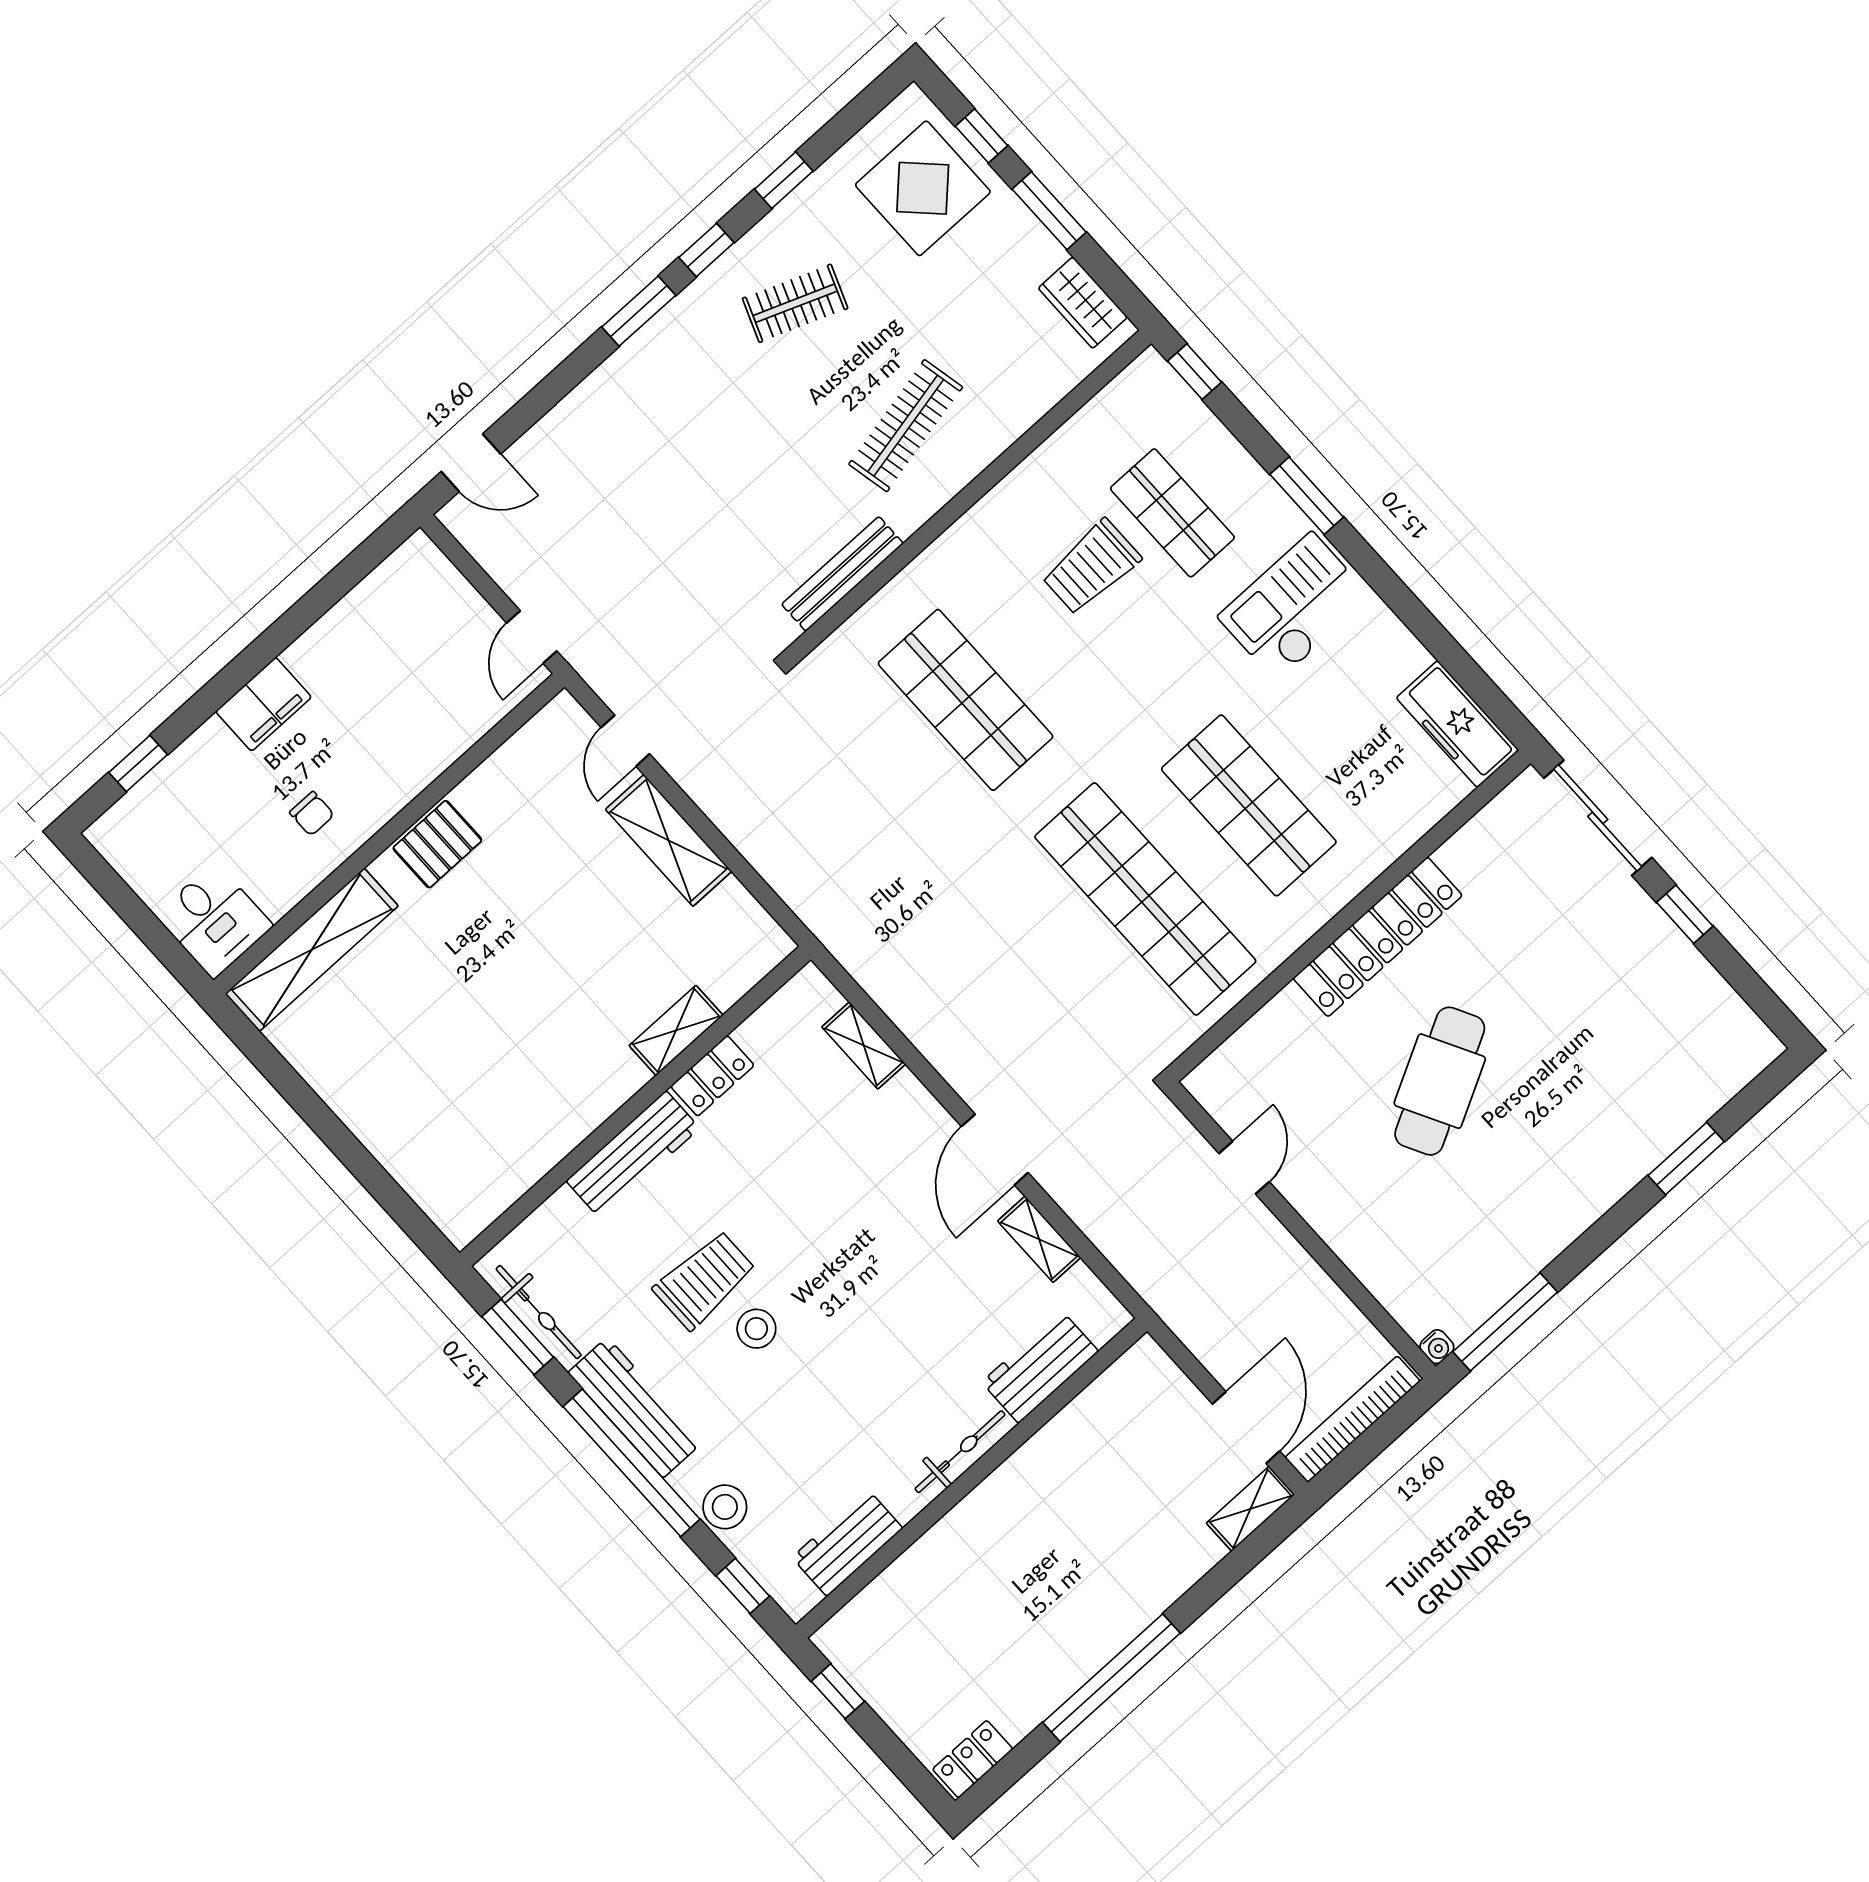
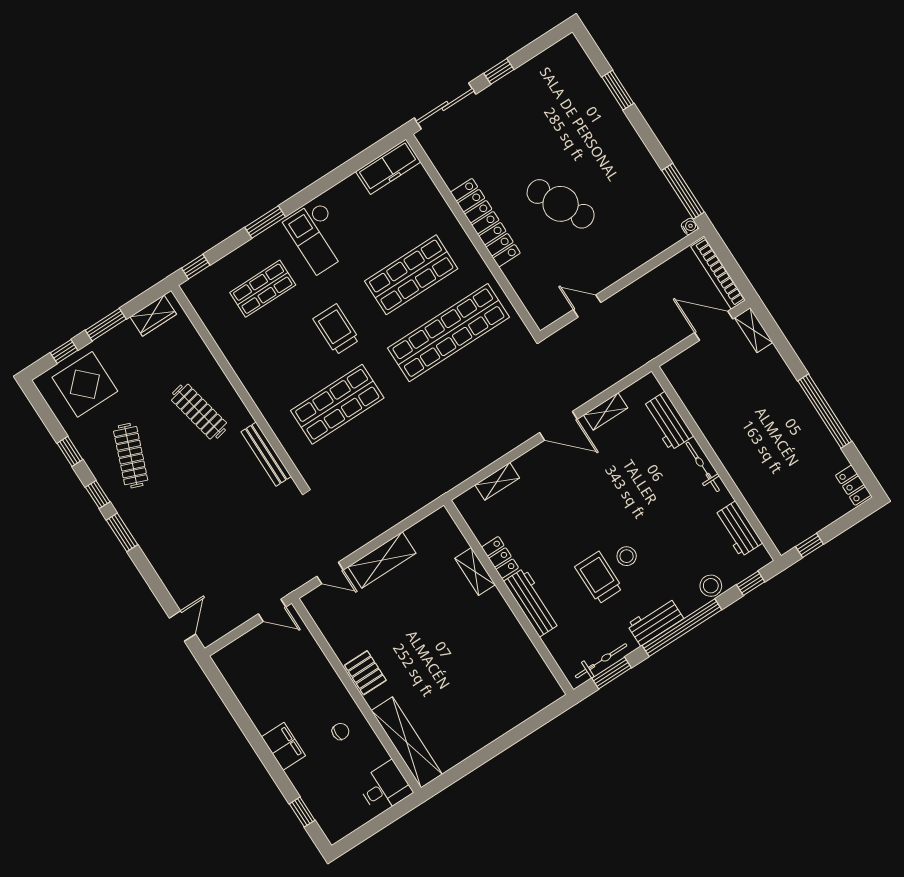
clothes rail: (795, 303) -> (131, 456), width x1.36
trolley: (1091, 567) -> (336, 329), moved, turned 180
workbench: (635, 1408) -> (655, 621), width x0.73

